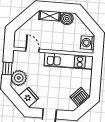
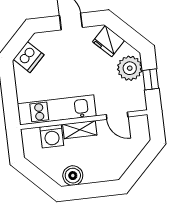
shelving: (50, 16) -> (80, 130), moved
washing machine: (88, 43) -> (52, 136), moved, turned 90

